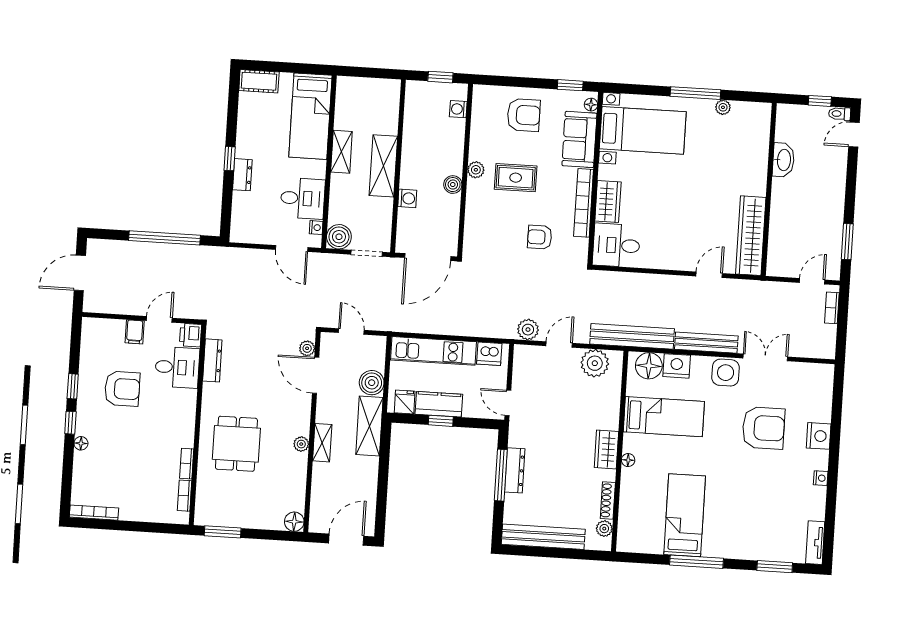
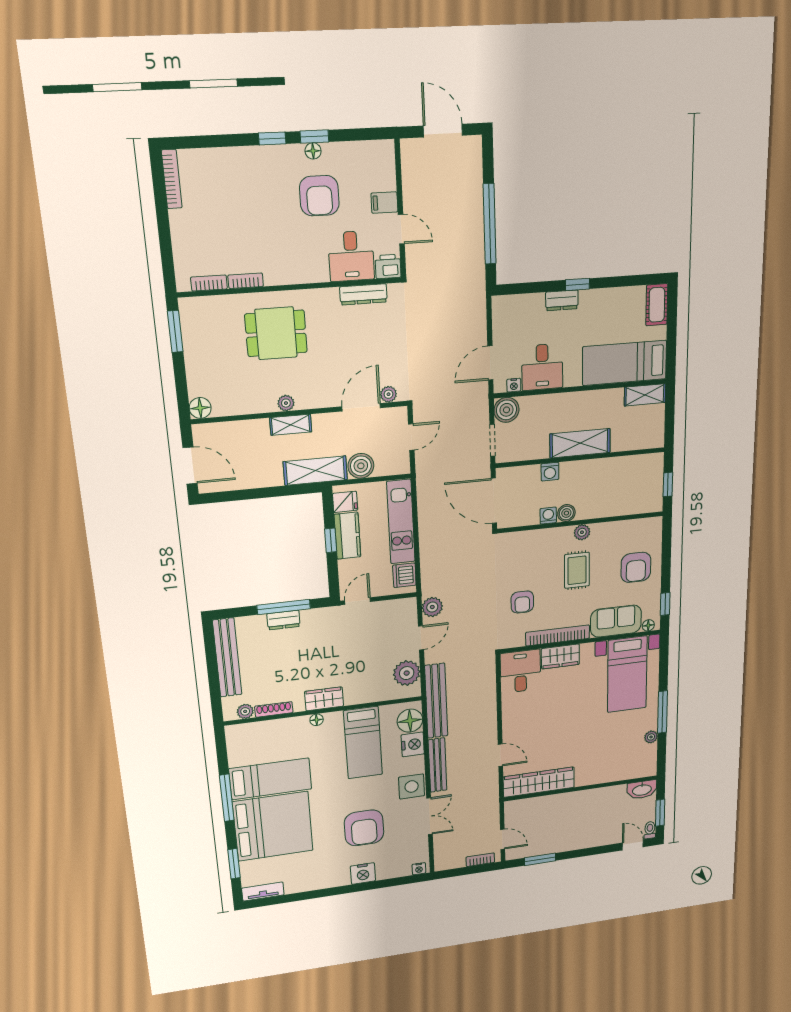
window: (820, 101) -> (660, 813), width x1.50
washing machine: (458, 109) -> (548, 516), moved
shelving: (341, 152) -> (645, 395), moved
washbasin: (783, 160) -> (642, 790), moved
armchair: (540, 237) -> (522, 602), turned 180
door: (559, 345) -> (421, 638), hinge flipped
floor lamp: (81, 443) -> (313, 151), moved
dresser: (515, 470) -> (284, 620), width x0.70
nightstand: (821, 478) -> (419, 869), moved
bed: (740, 521) -> (273, 826), added

